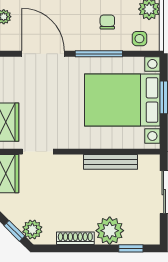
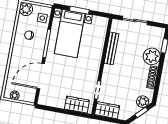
bed with nightstands: (122, 100) -> (70, 34), width x0.73

